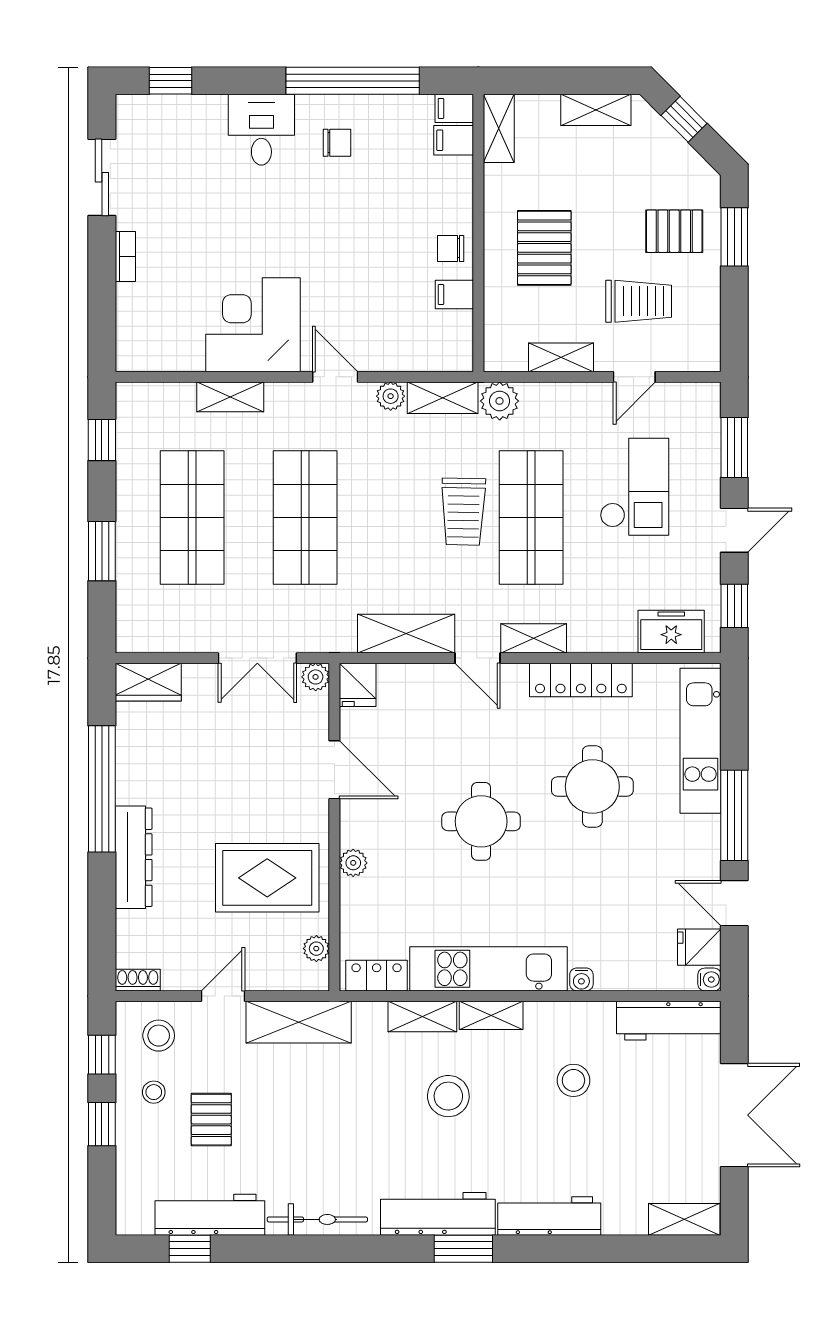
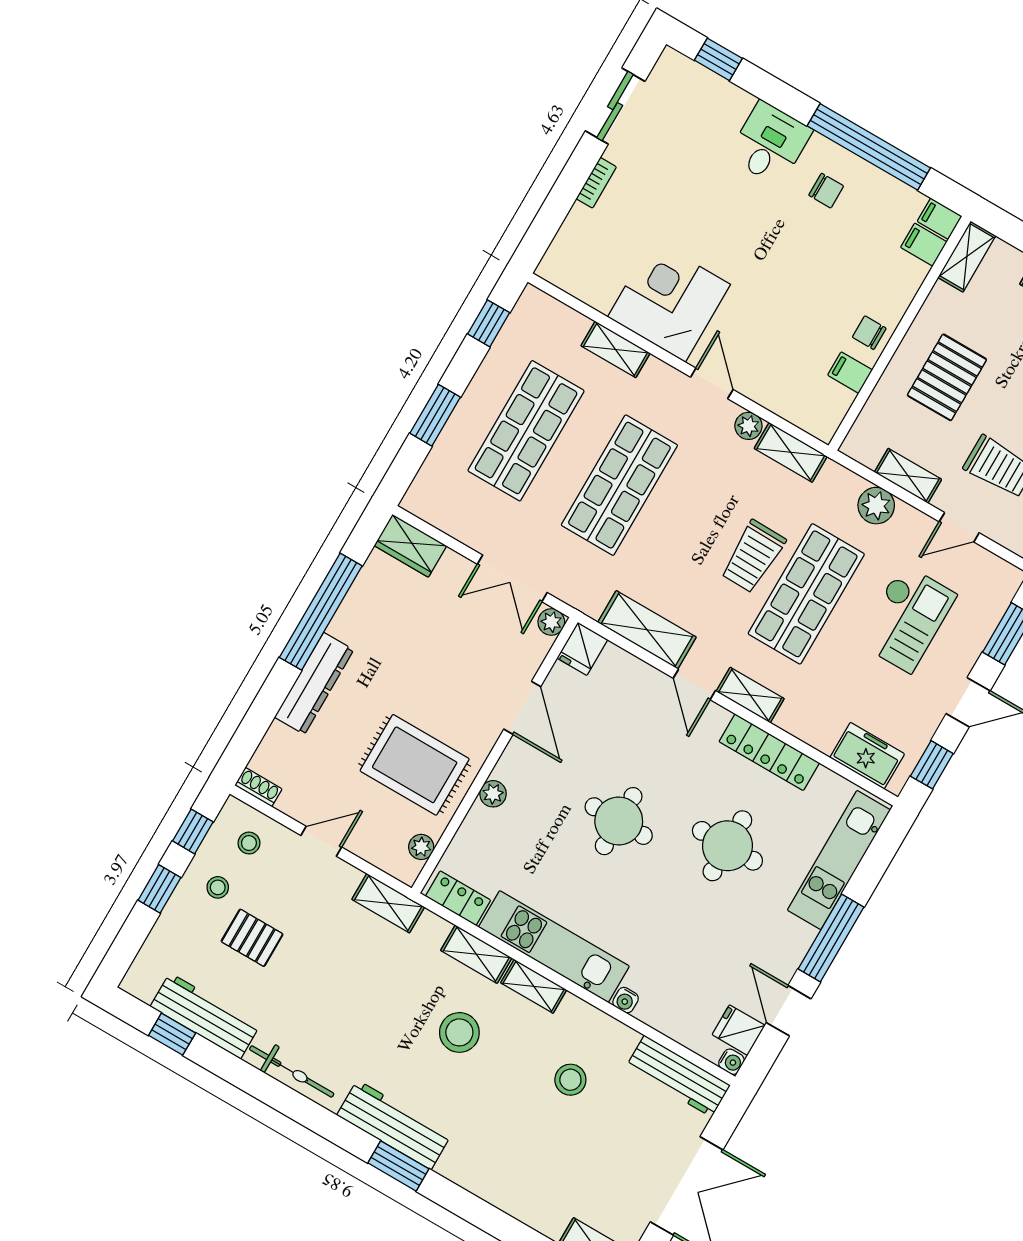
plant: (500, 401) -> (876, 506), moved
shelving: (299, 1022) -> (388, 903), width x0.67, depth x0.75
stool: (159, 1036) -> (249, 843), width x0.73, depth x0.73
pallet: (211, 1120) -> (252, 938), turned 90
workbench: (549, 1216) -> (485, 1180), removed

